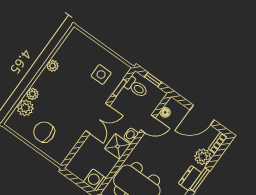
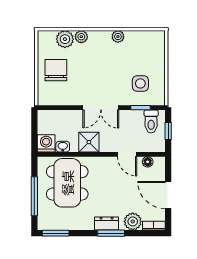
washbasin: (131, 135) -> (63, 147), moved

